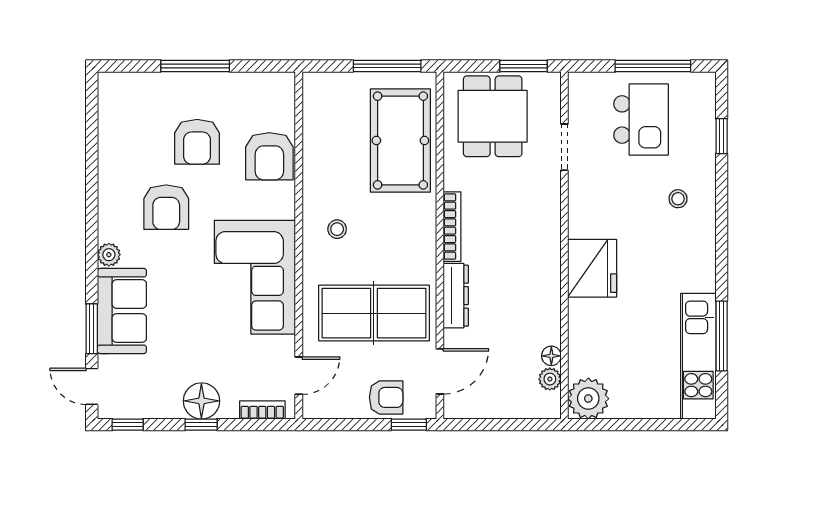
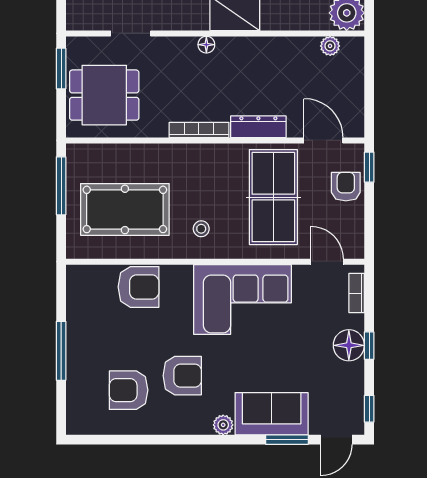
pool table: (400, 140) -> (125, 209), moved
armchair: (197, 142) -> (129, 390), moved, turned 180
floor lamp: (551, 356) -> (206, 45), moved

